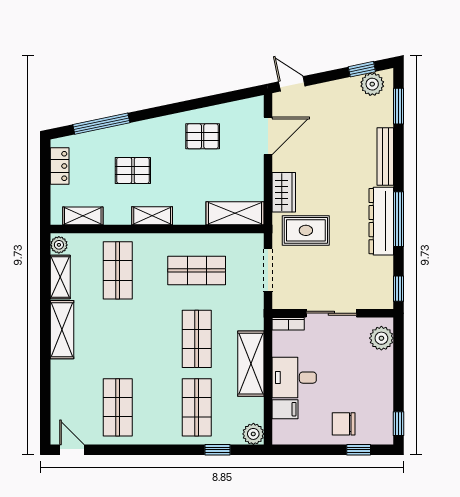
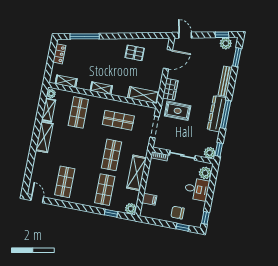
pallet: (133, 170) -> (96, 63), removed
plant: (382, 298) -> (210, 153), added
desk: (294, 378) -> (197, 189), moved, turned 180

